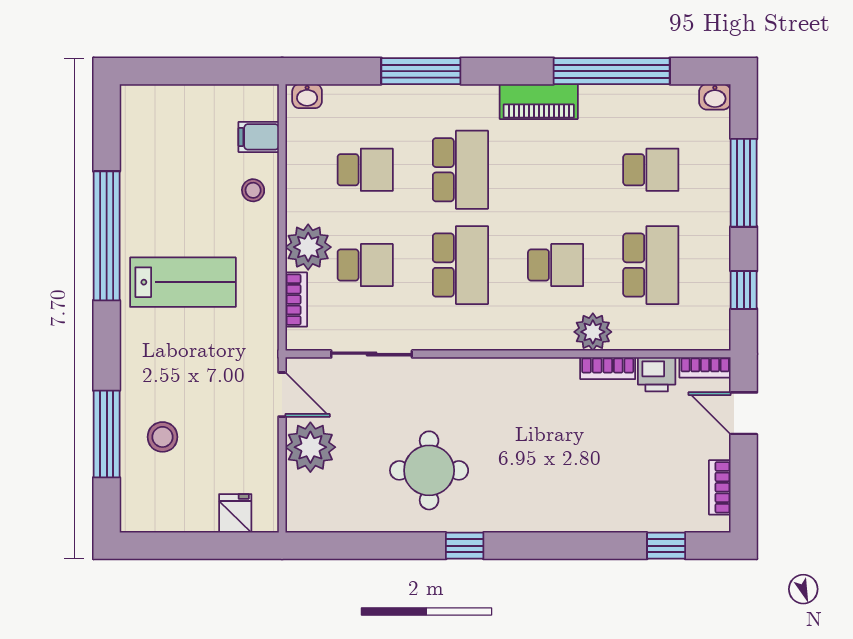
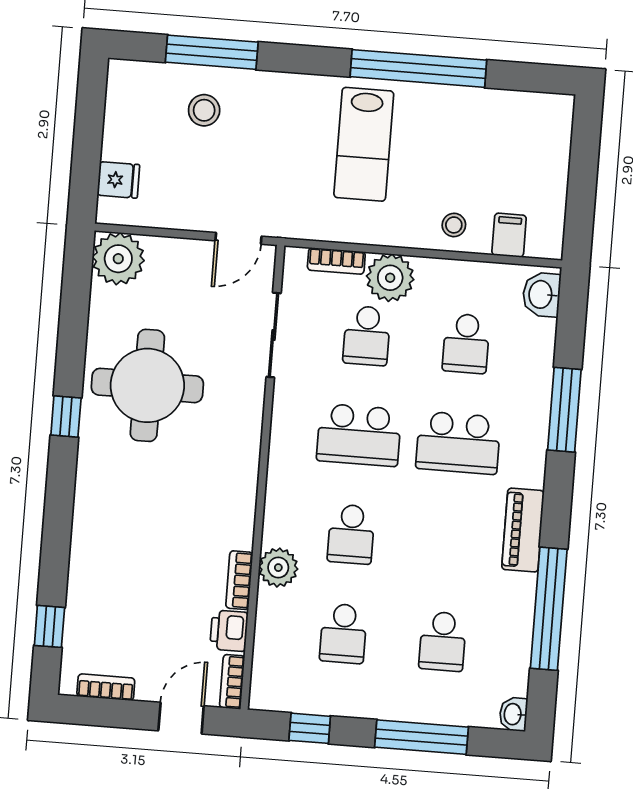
washbasin: (307, 96) -> (542, 295), width x1.38, depth x1.45
school desk: (651, 265) -> (343, 634), width x0.54
plant: (310, 447) -> (118, 259), moved
round table: (429, 470) -> (147, 385), width x1.36, depth x1.36

